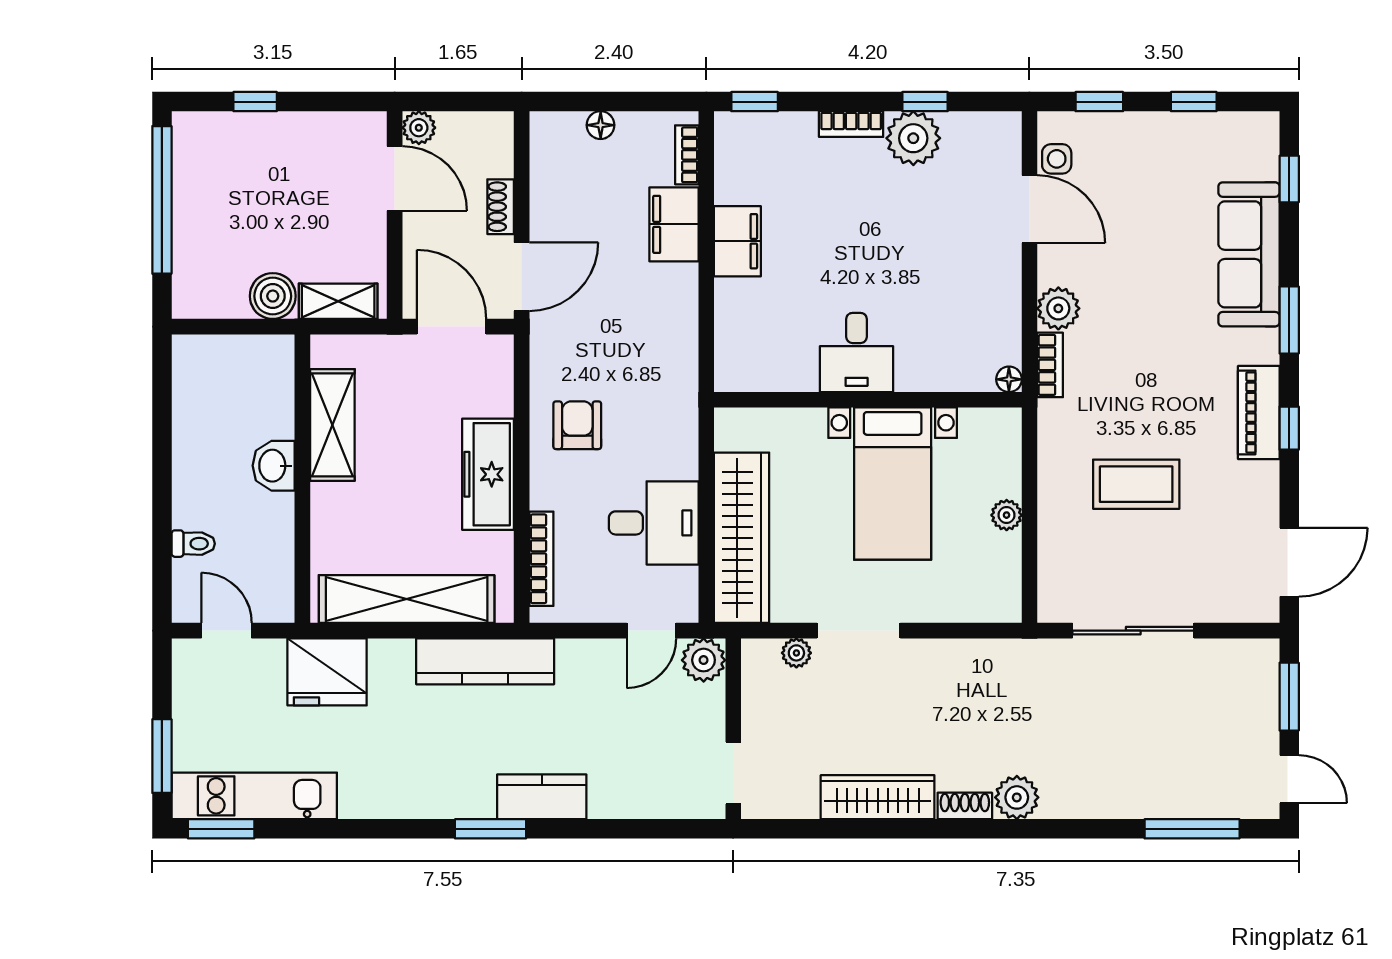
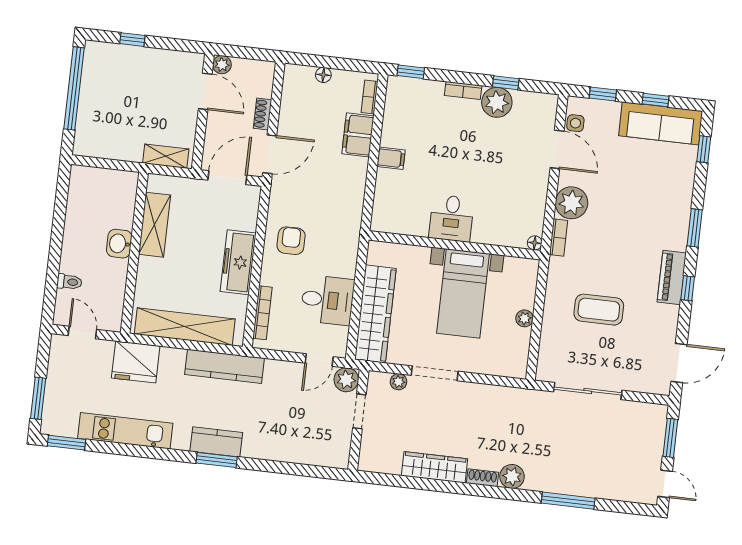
filing cabinet: (737, 241) -> (391, 158), width x0.50
sofa: (1249, 254) -> (661, 123), moved, turned -90
boiler: (273, 296) -> (130, 149), removed
plant: (1058, 308) -> (571, 203), width x1.36, depth x1.36
door: (452, 327) -> (227, 178), hinge flipped
doorway: (733, 773) -> (359, 411), moved
kitchen unit: (254, 796) -> (125, 431), moved
kitchen counter: (542, 797) -> (216, 442), moved
window: (1192, 829) -> (568, 501), moved

